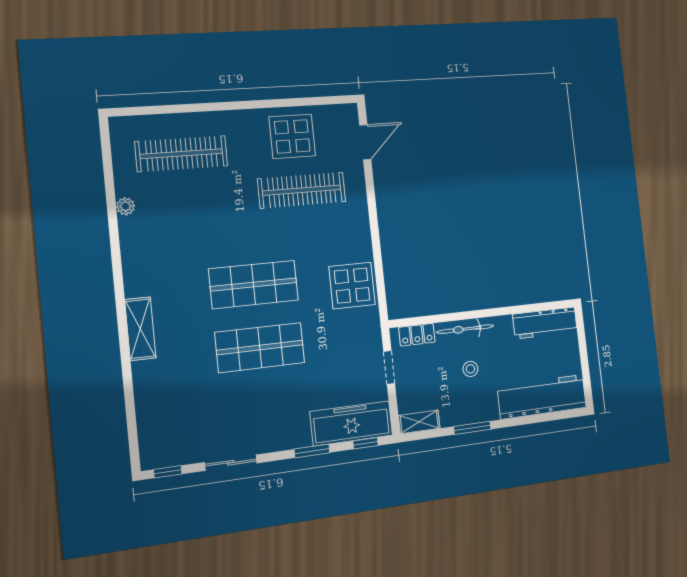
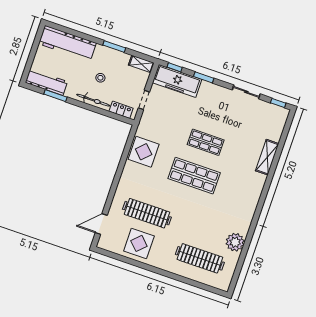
plant: (126, 206) -> (235, 242), width x1.87, depth x1.87
window: (523, 309) -> (55, 96), added
shelving: (140, 329) -> (267, 157), moved
shop shelf: (260, 348) -> (206, 142), width x0.70, depth x0.74

